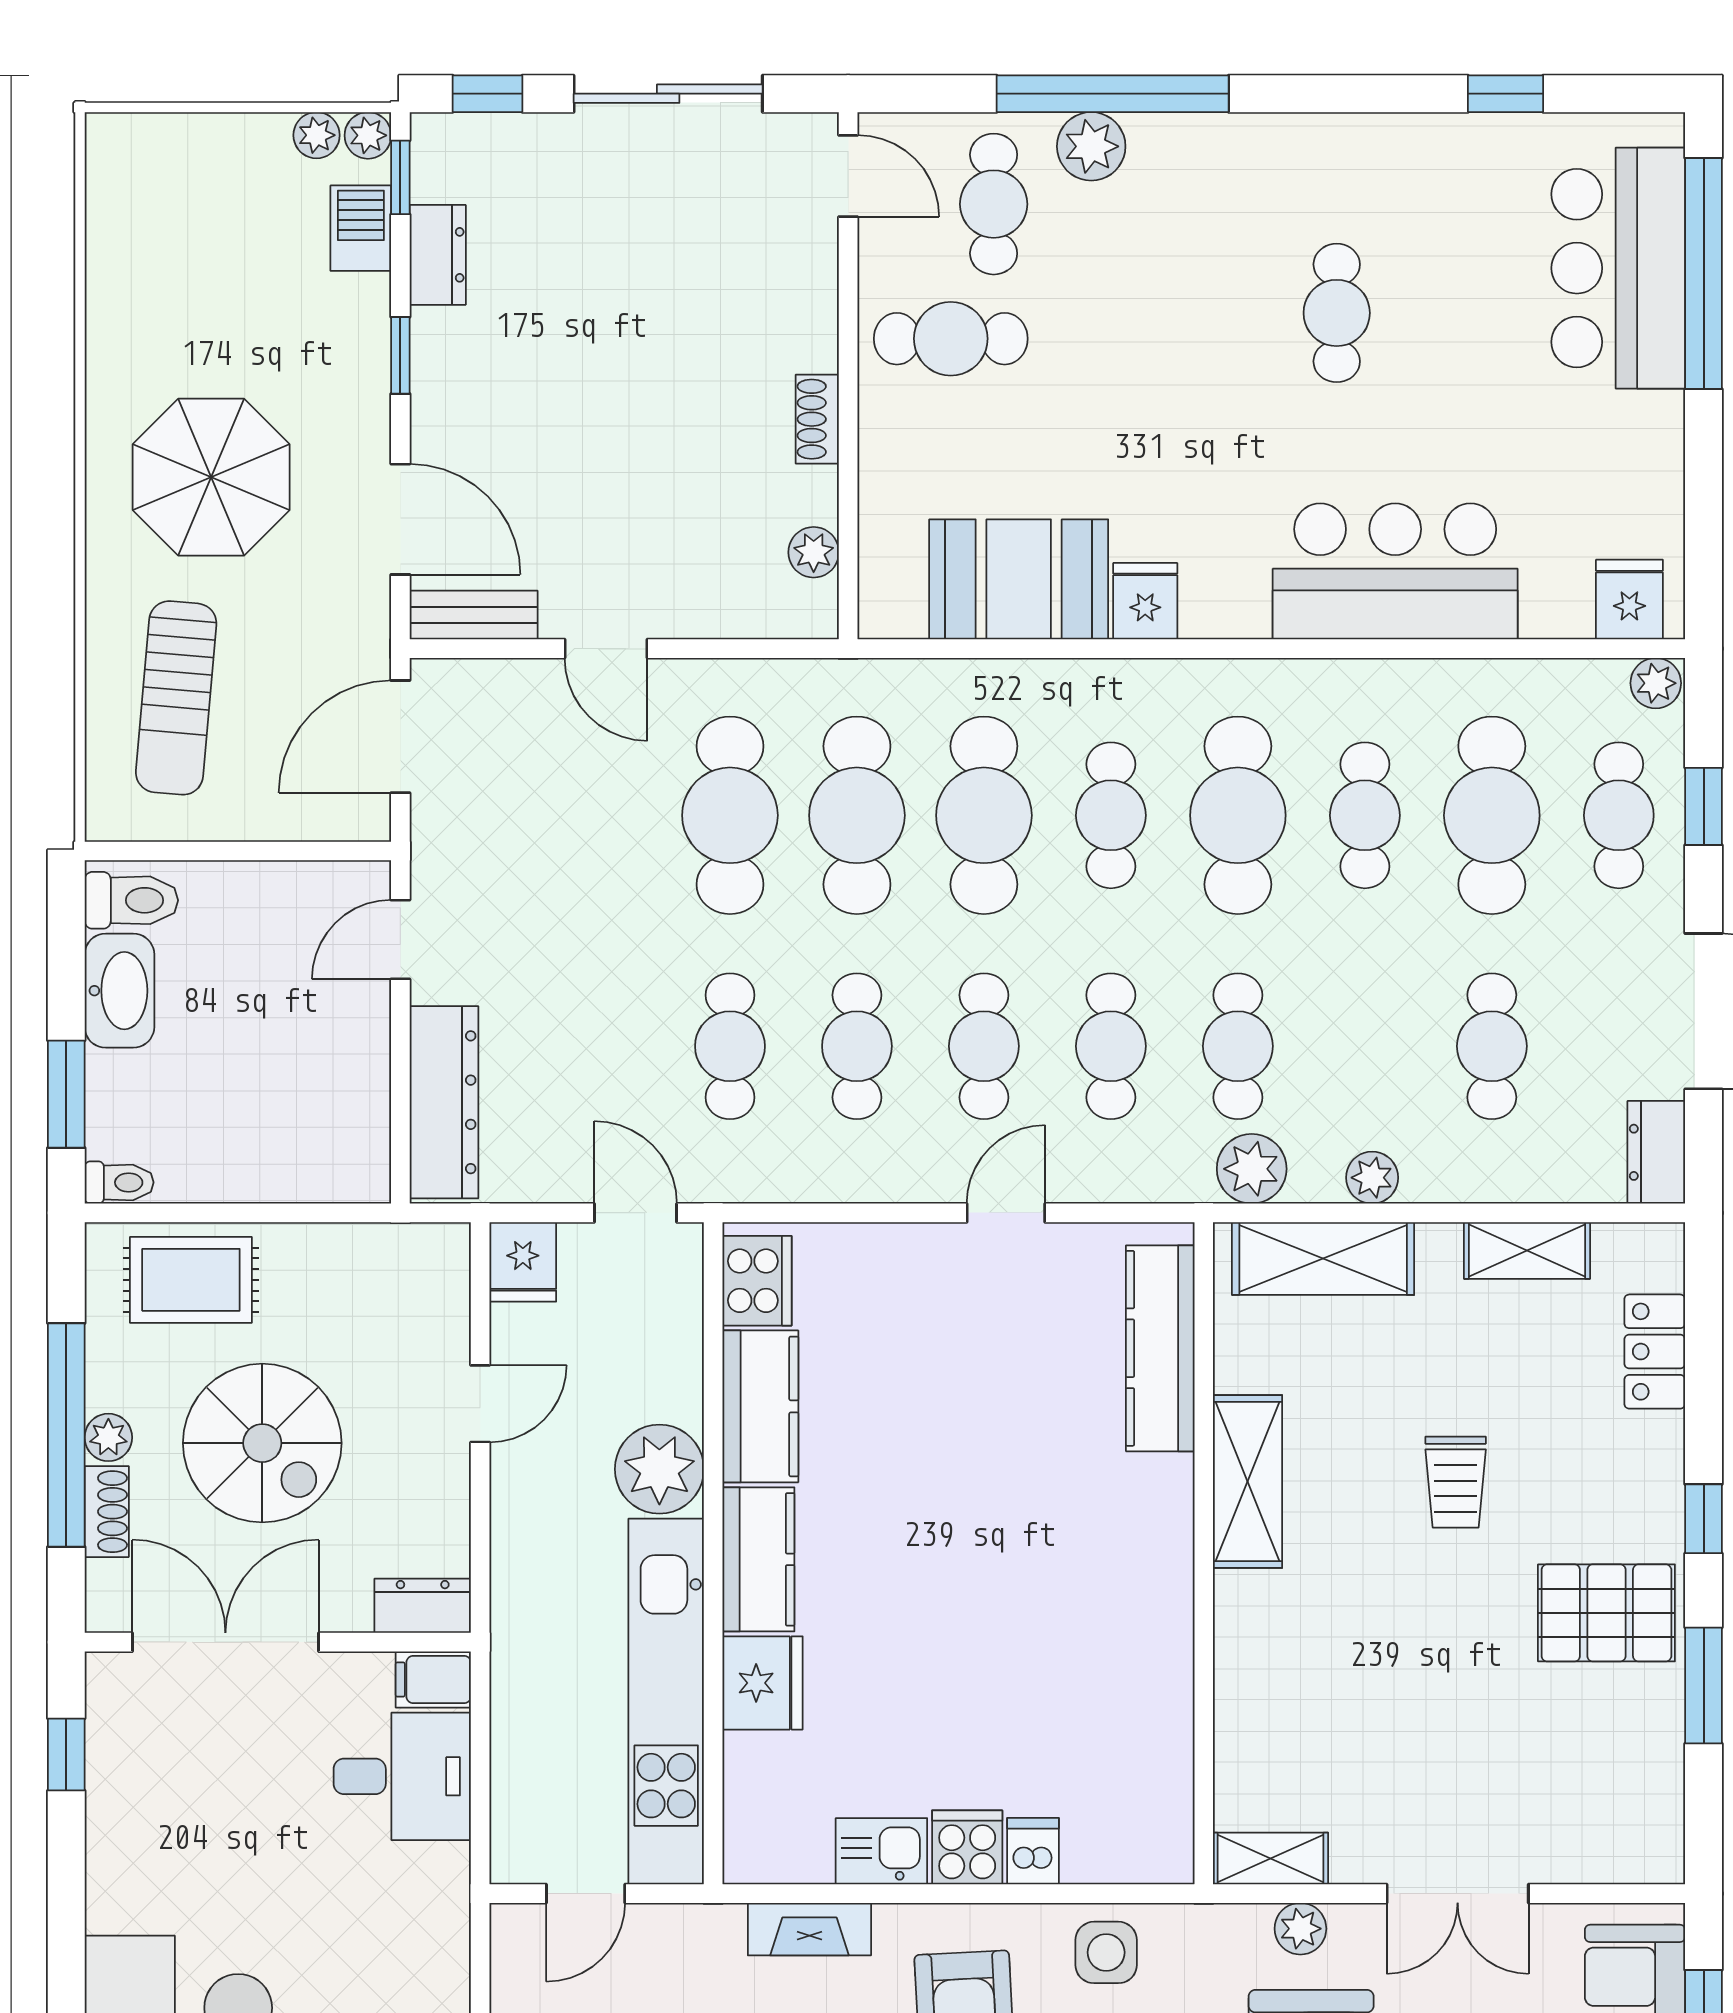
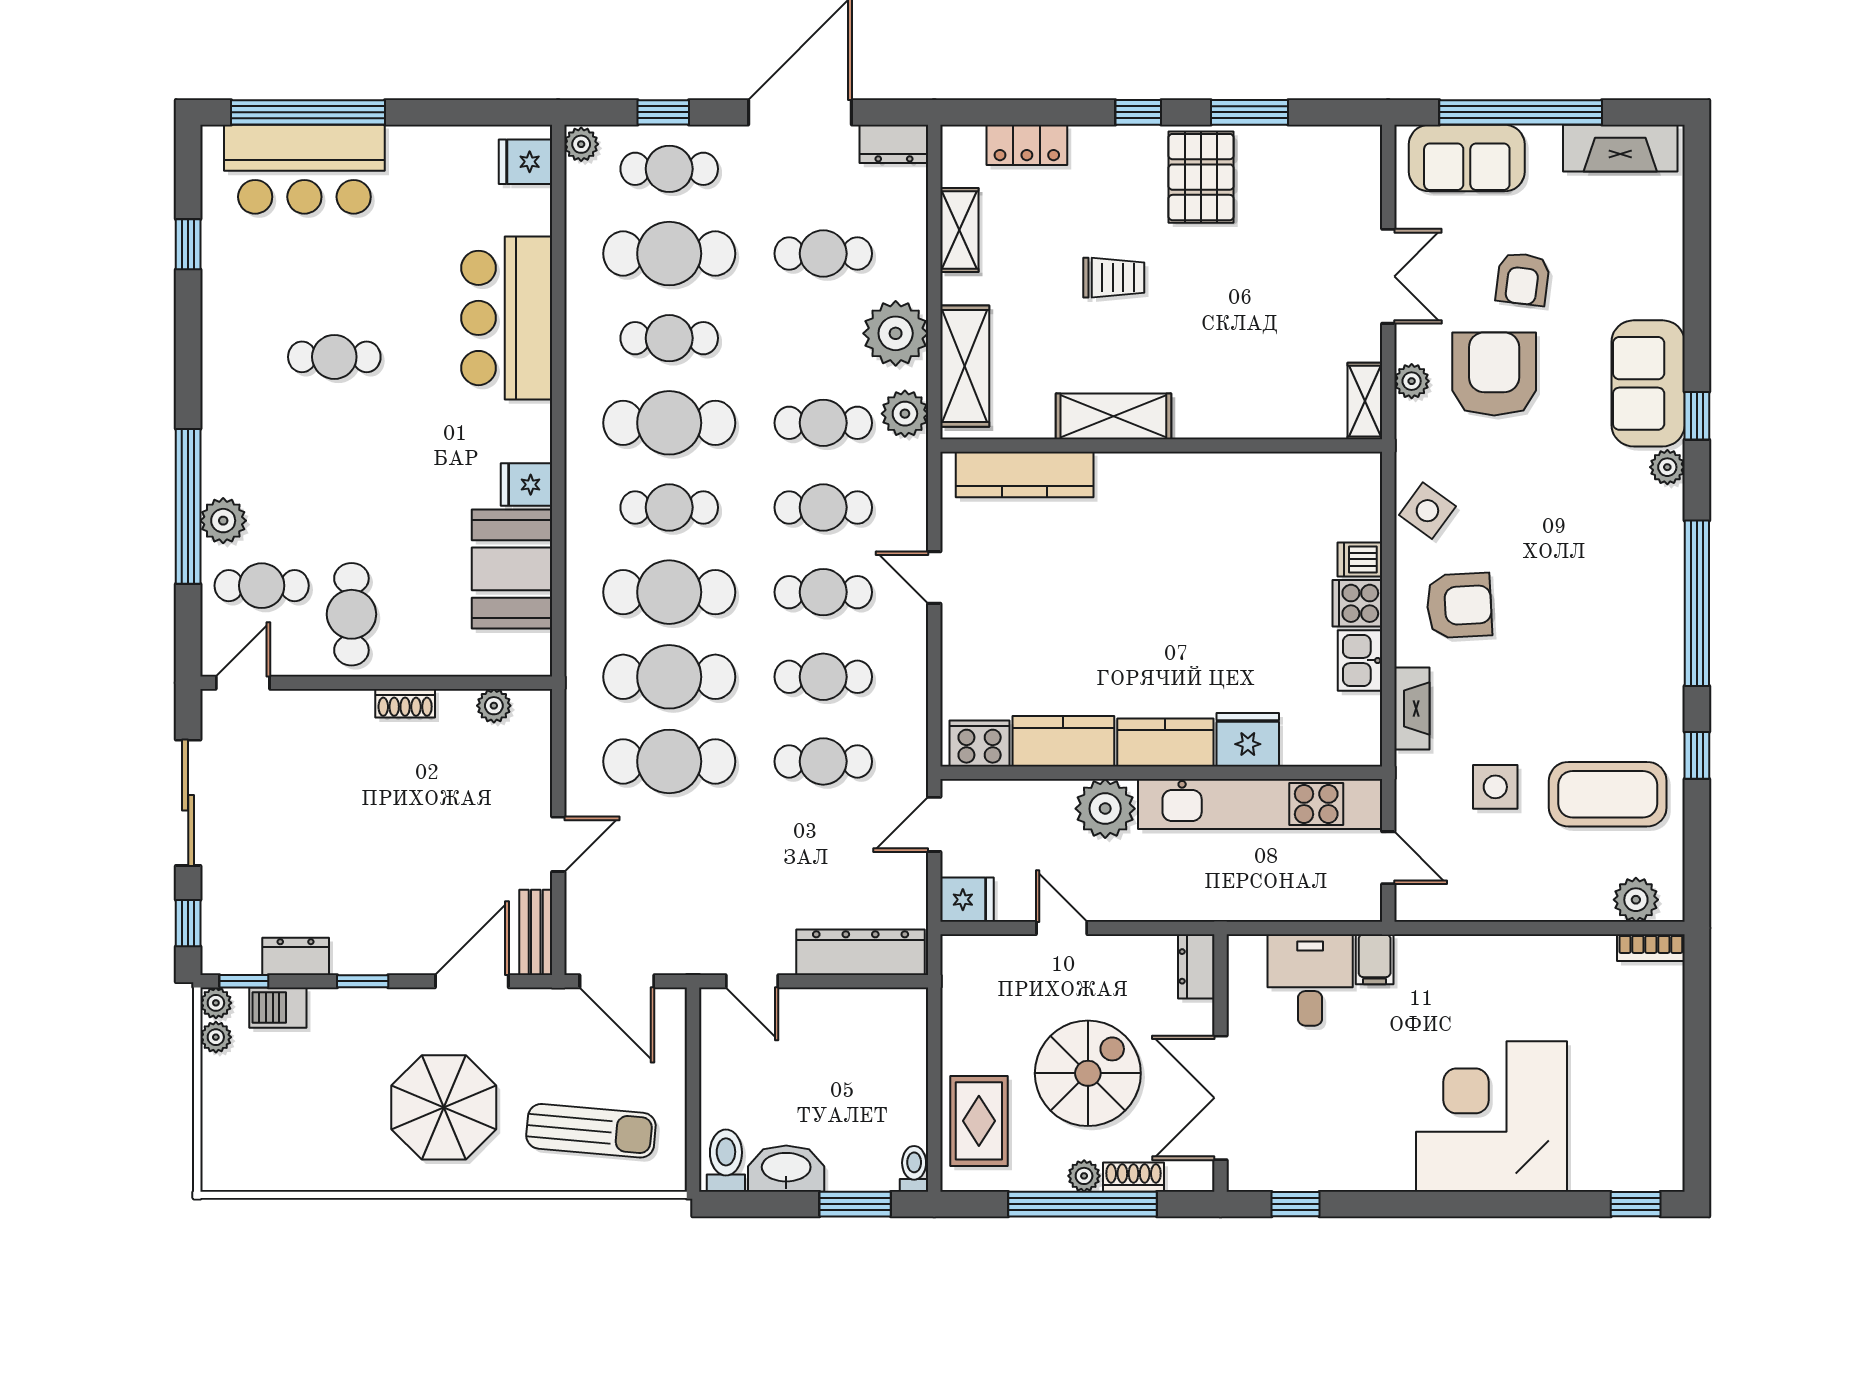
plant: (1372, 1178) -> (896, 333), width x1.87, depth x1.87
filing cabinet: (433, 1680) -> (1375, 959), moved
side table: (1106, 1952) -> (1427, 511), turned 36

